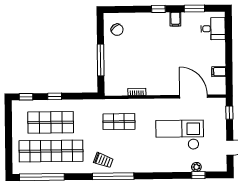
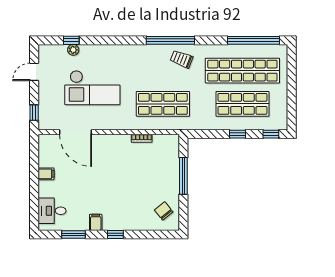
filing cabinet: (219, 72) -> (46, 174), moved
shop shelf: (119, 122) -> (163, 104), width x1.43, depth x1.36

